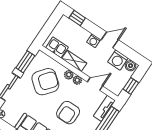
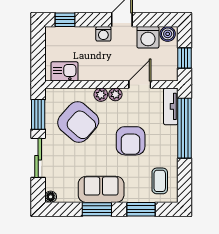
shelving: (74, 61) -> (96, 74), removed
armchair: (45, 82) -> (78, 122), turned 92

